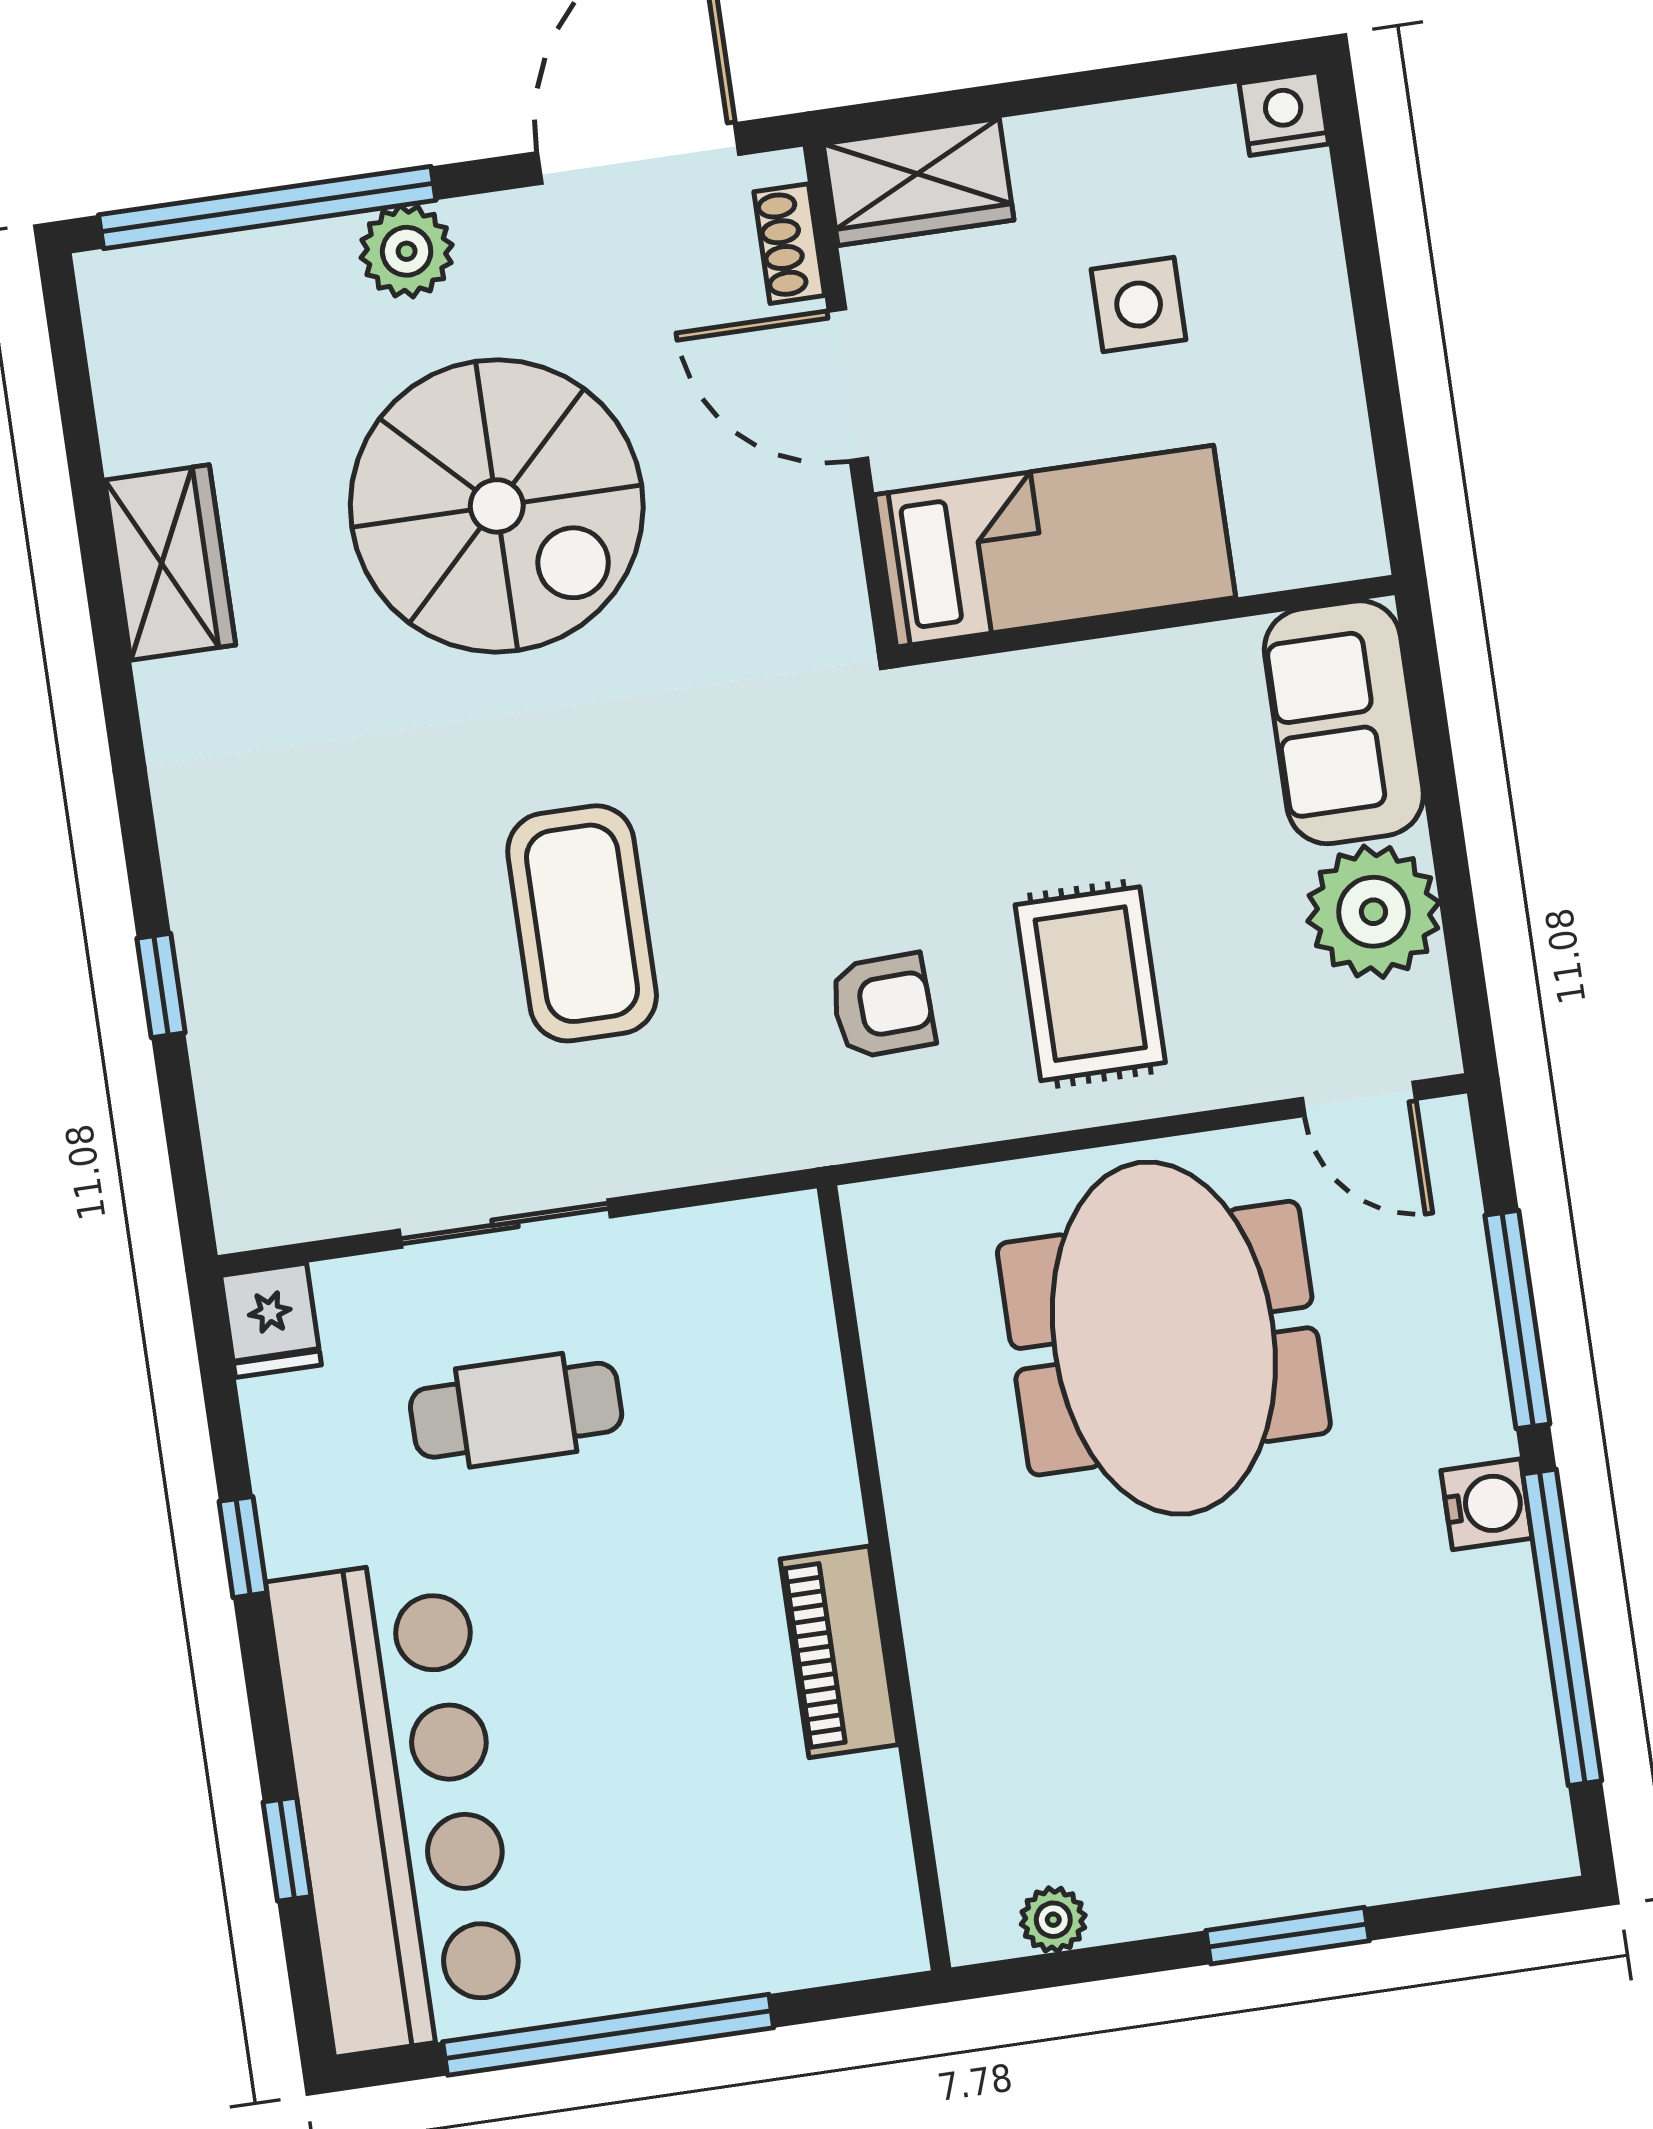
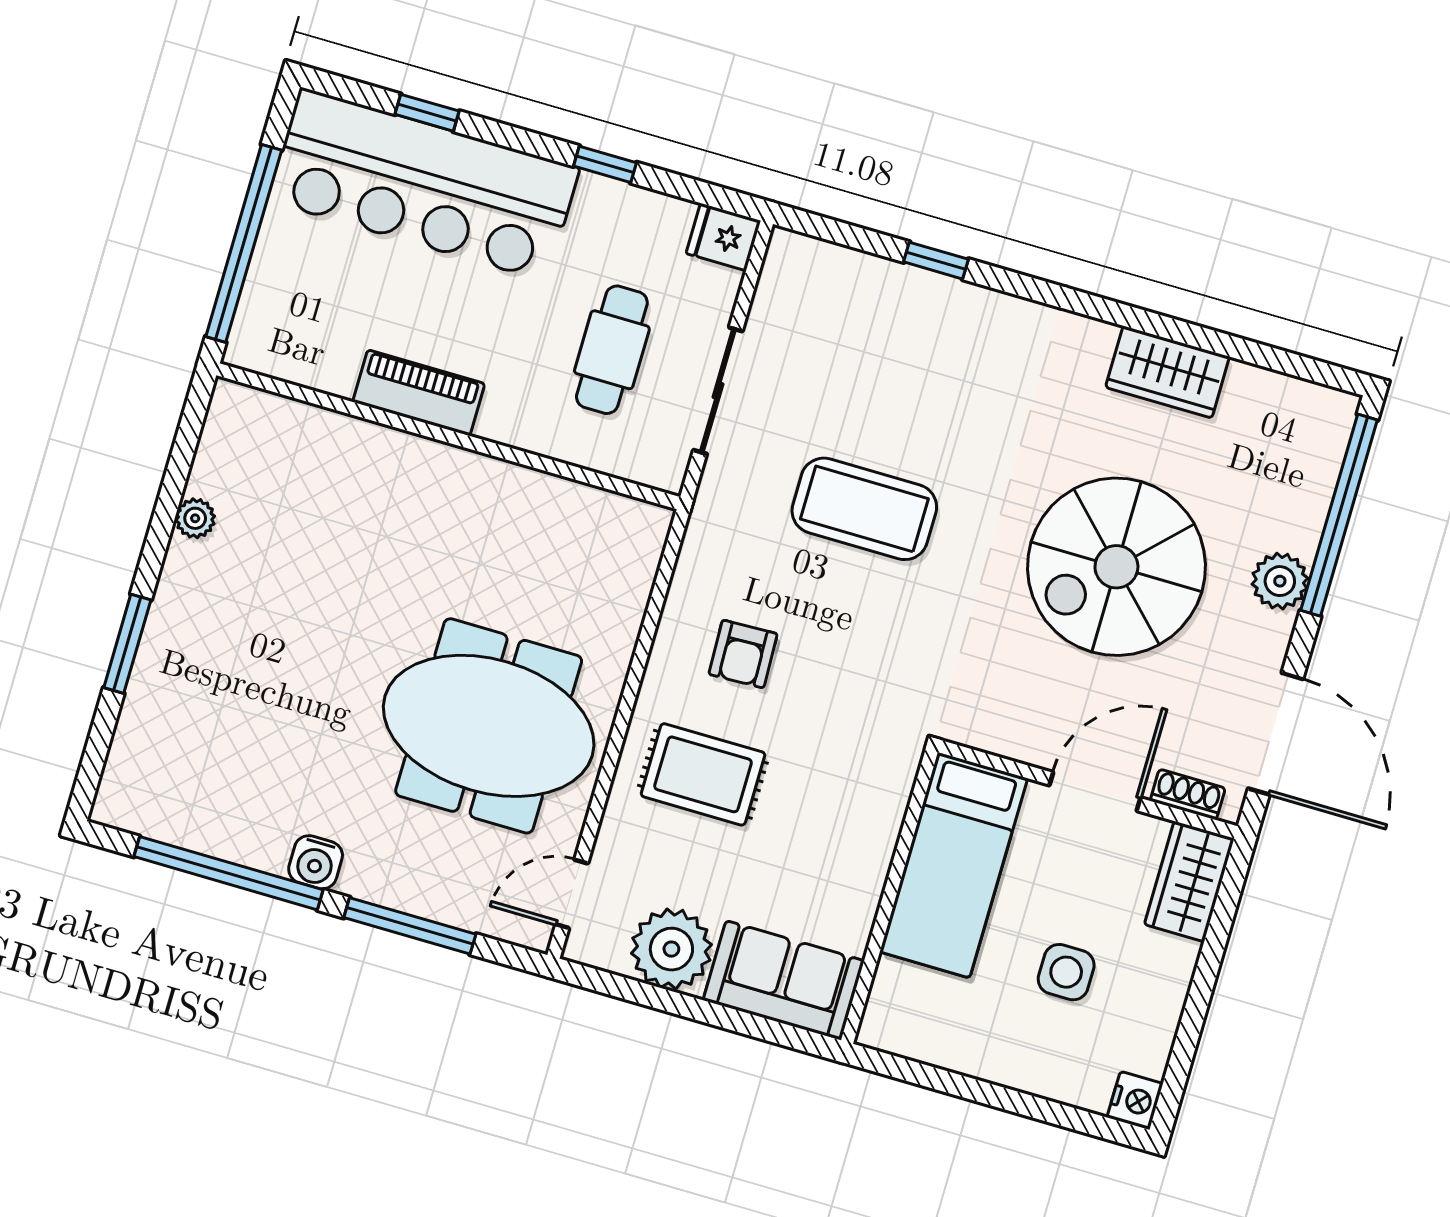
wall: (884, 1578) -> (448, 436), moved
piano: (839, 1652) -> (419, 393), moved

